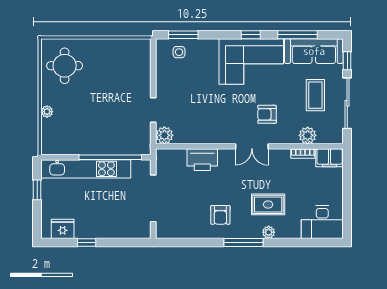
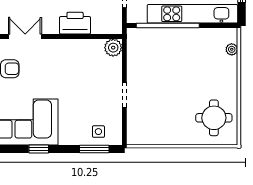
window: (251, 35) -> (39, 149), moved
doorway: (153, 110) -> (124, 95), moved
plant: (47, 112) -> (232, 49), moved

